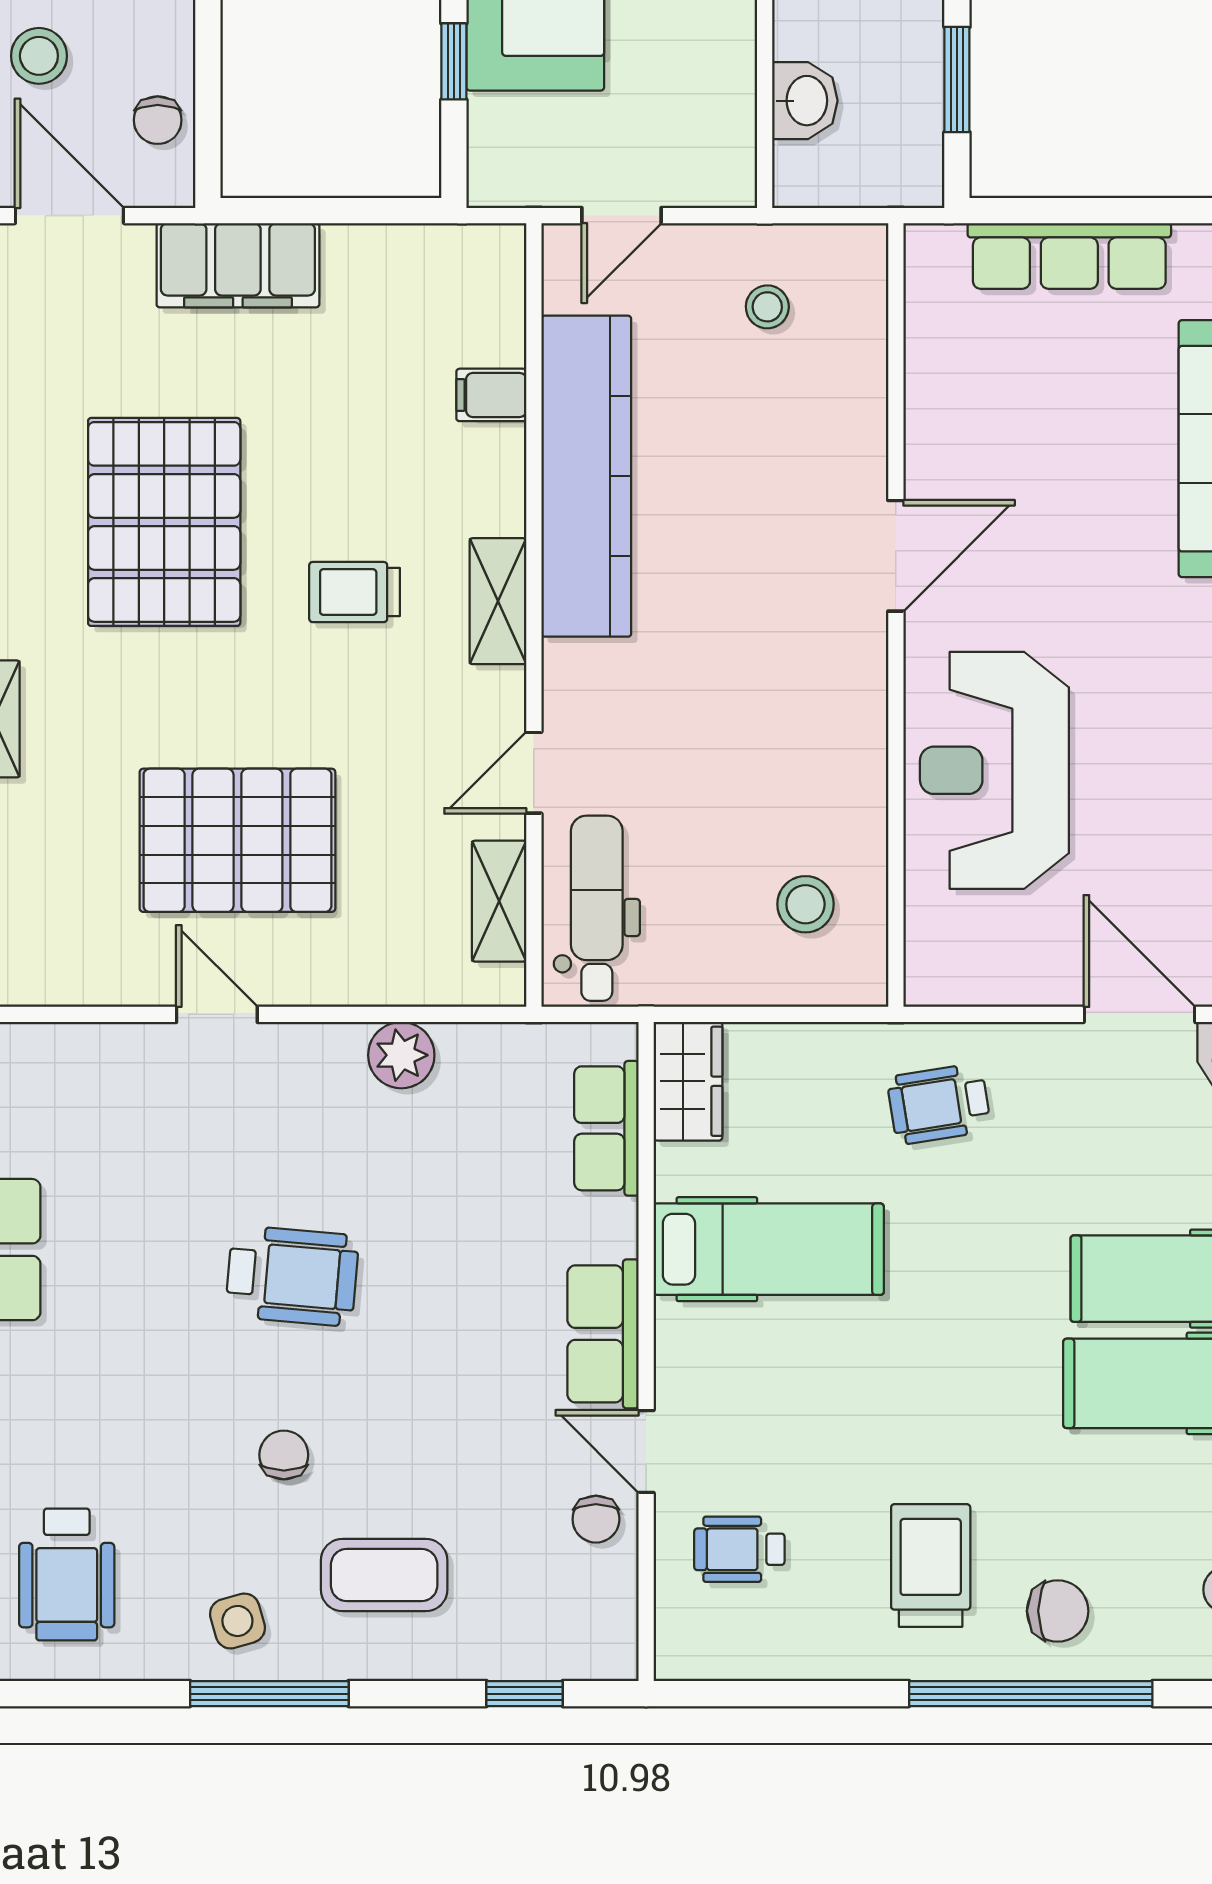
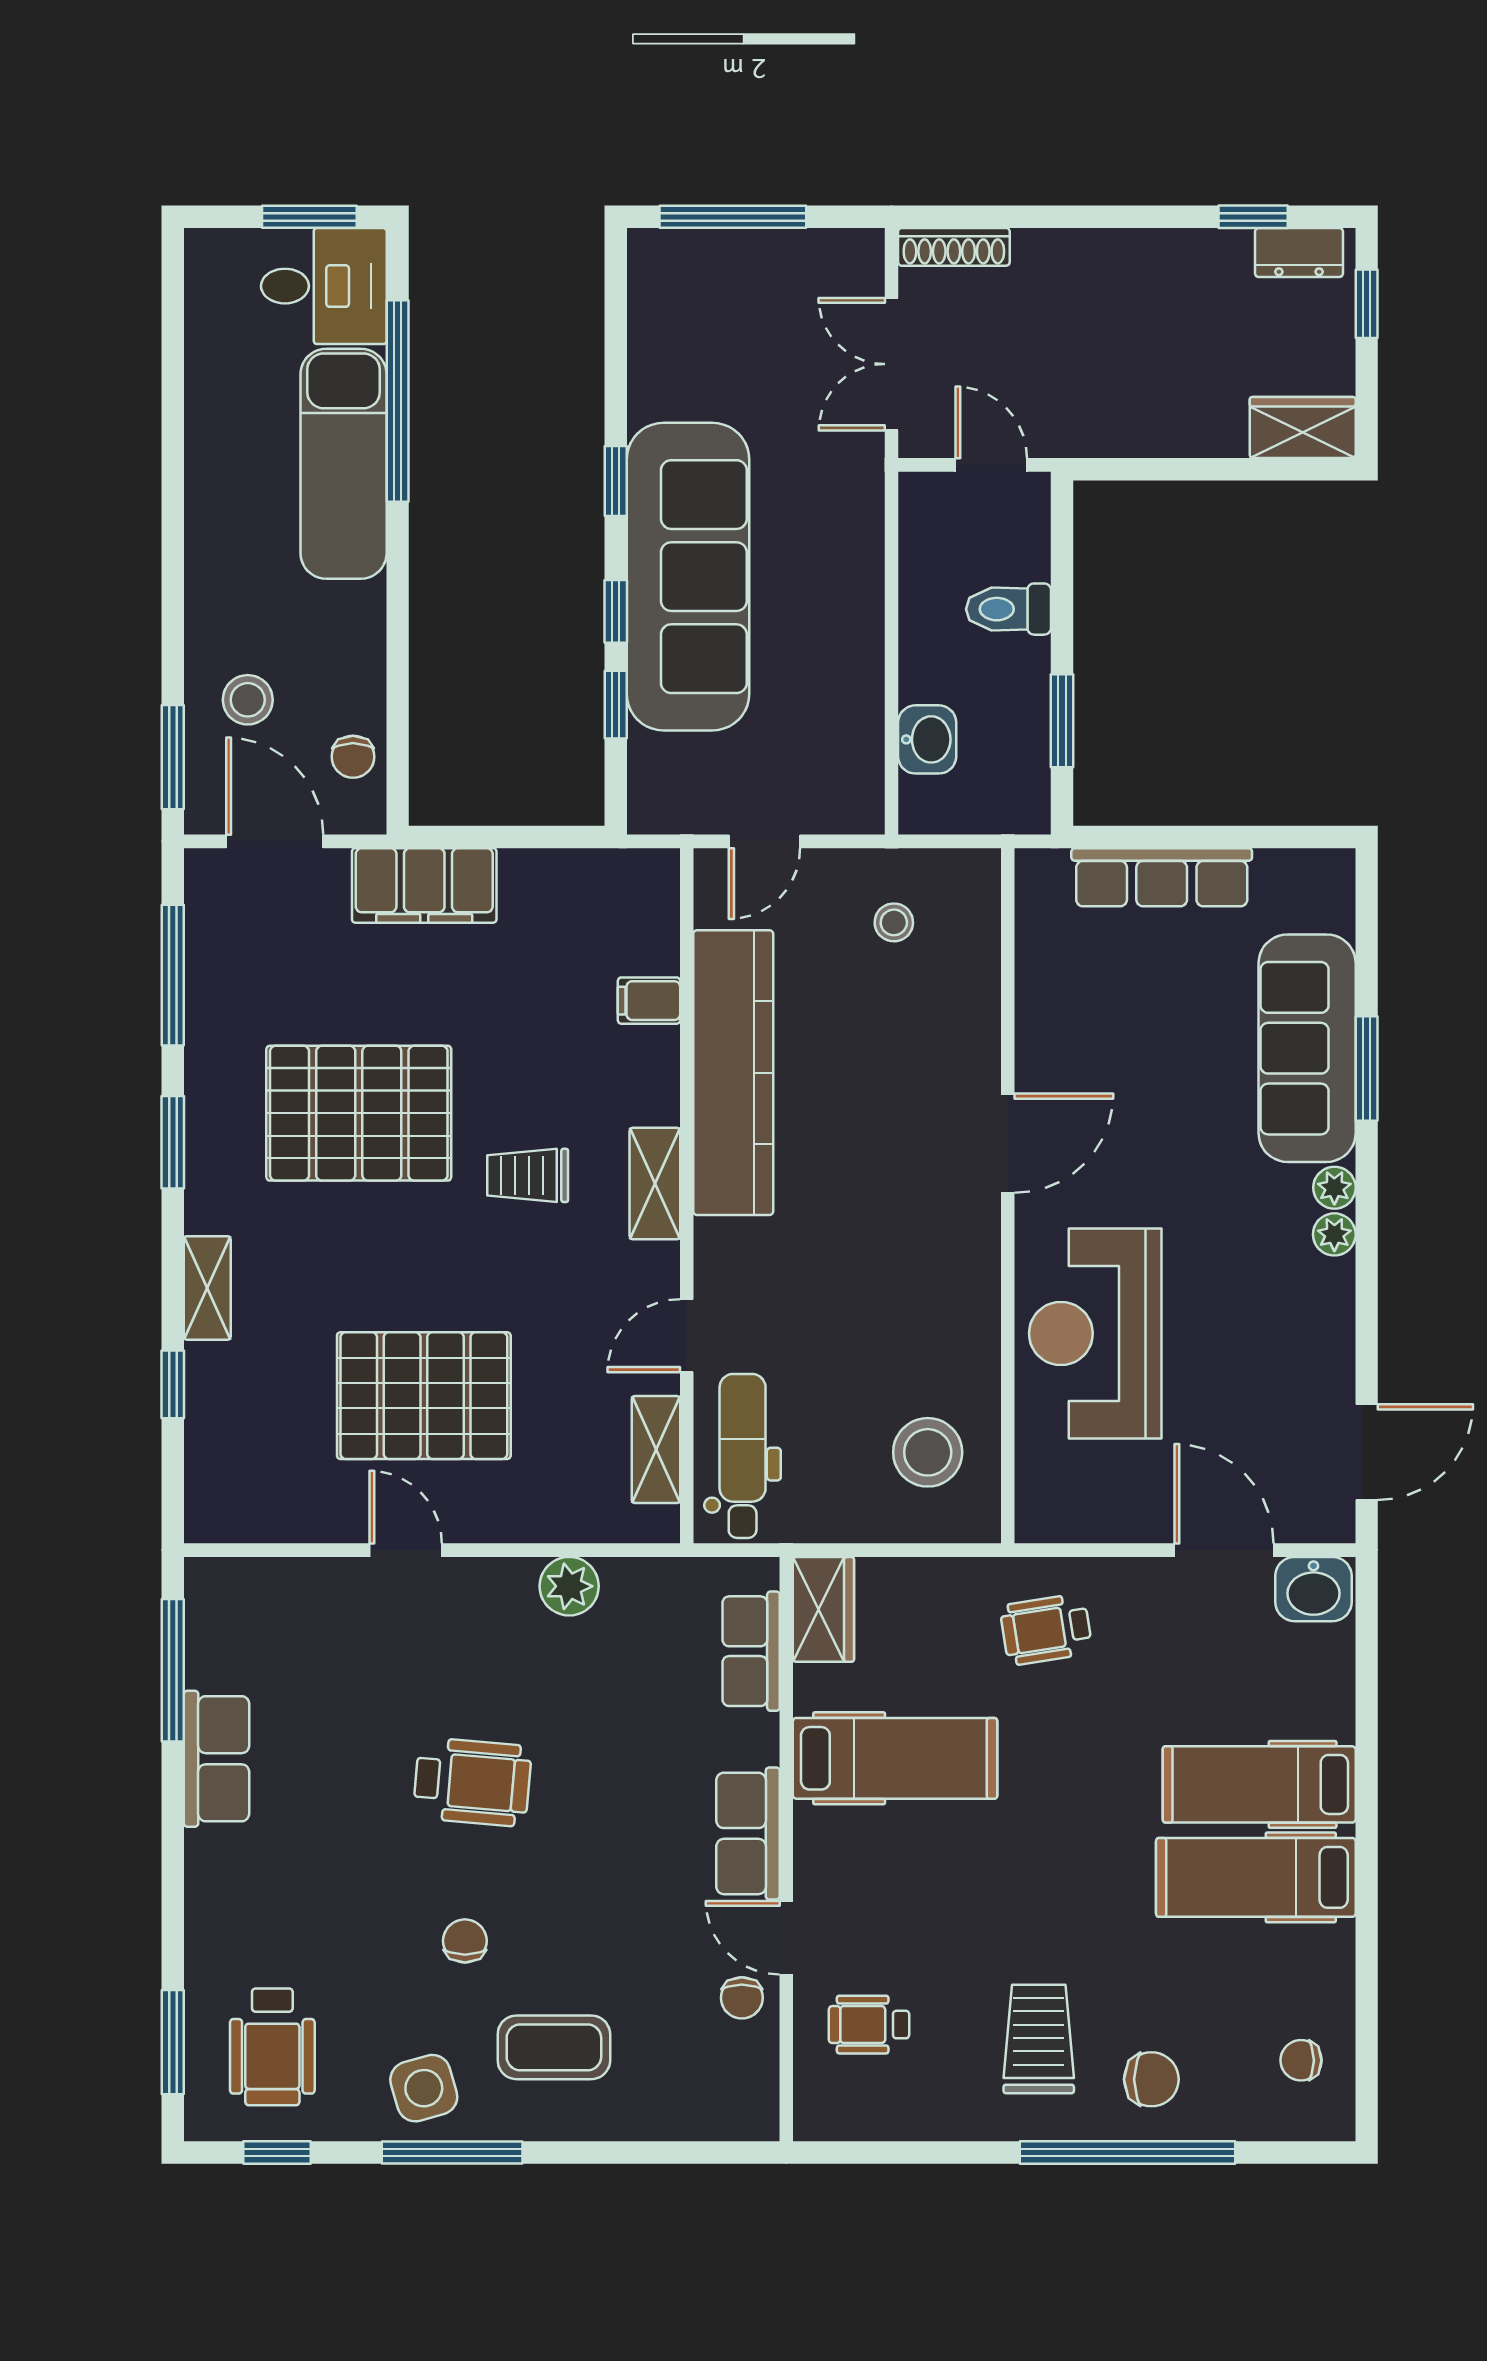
pallet: (164, 522) -> (359, 1113), turned 90
stool: (805, 904) -> (928, 1452), width x1.38, depth x1.38
side table: (237, 1621) -> (424, 2088), width x1.37, depth x1.37
window: (525, 1694) -> (277, 2153), moved

